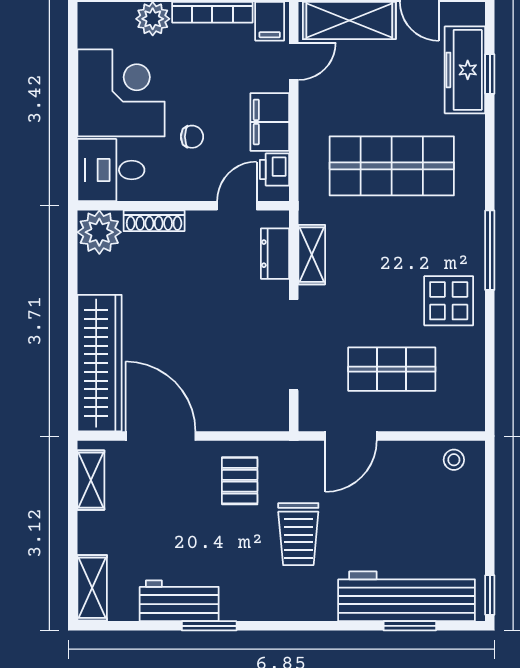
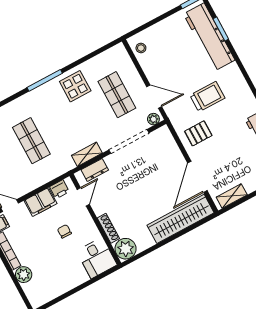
corner desk: (121, 93) -> (62, 271), removed
shop shelf: (392, 166) -> (31, 141), width x0.70, depth x0.74
door: (237, 206) -> (83, 197), swing flipped
plant: (311, 412) -> (153, 119), added

